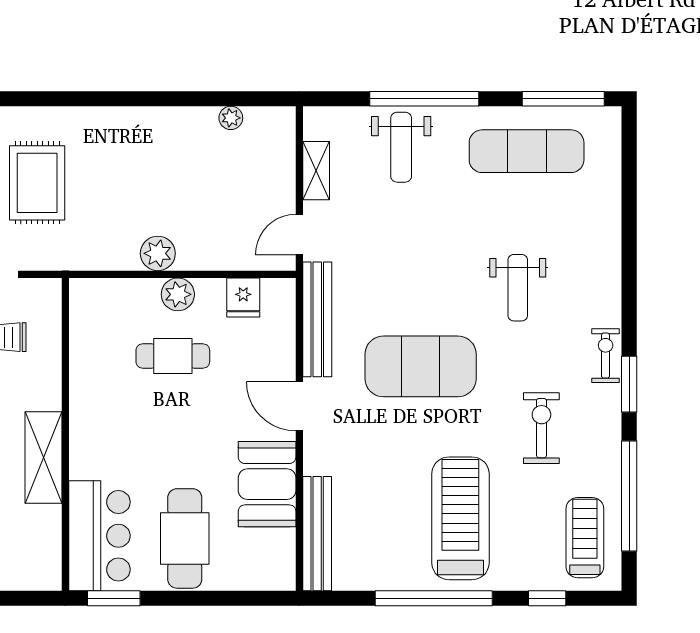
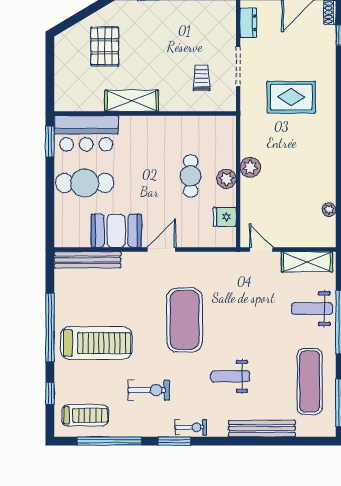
shelving: (316, 171) -> (307, 262), width x1.50, depth x1.33
bench: (317, 319) -> (262, 428), moved

